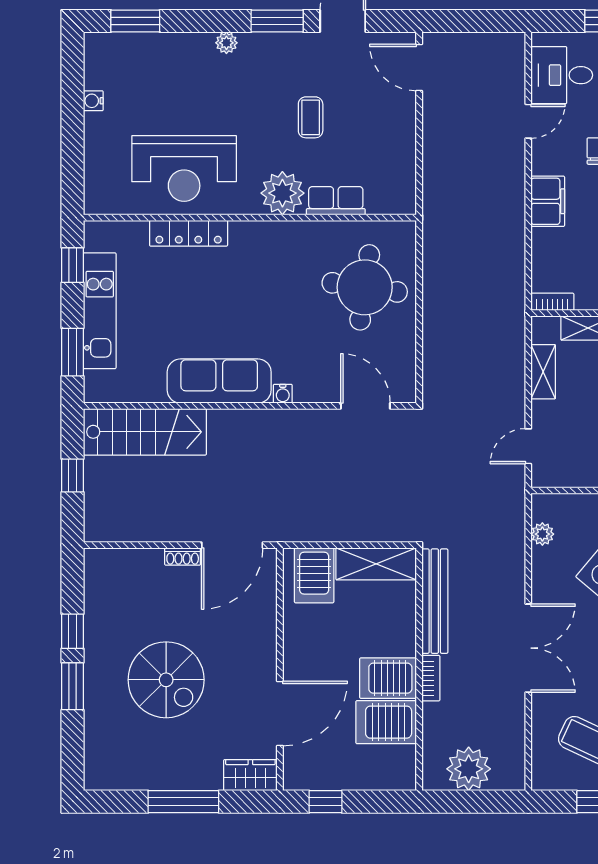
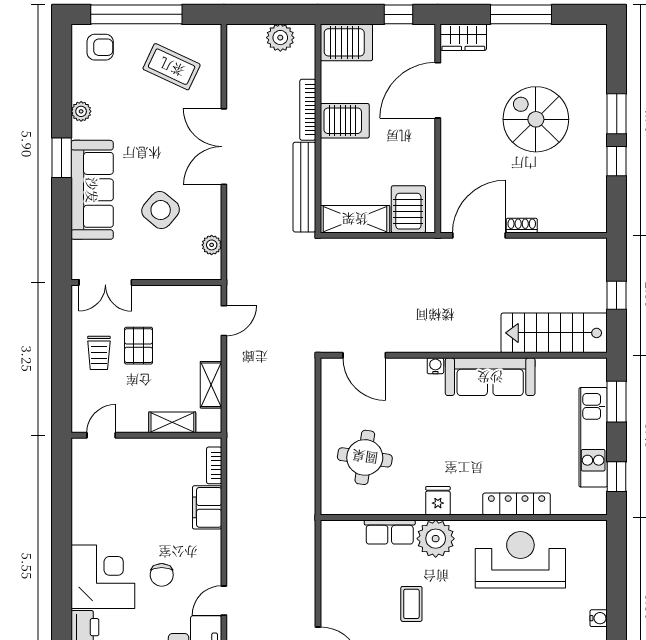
filing cabinet: (548, 201) -> (207, 507), moved
fridge: (280, 237) -> (438, 501), added
round table: (365, 287) -> (365, 457), width x0.73, depth x0.73
bookcase: (552, 302) -> (214, 465), moved, turned 90
bookcase: (431, 678) -> (308, 110), width x1.56
server rack: (386, 722) -> (346, 42), moved
plant: (469, 769) -> (280, 38), width x0.73, depth x0.73

